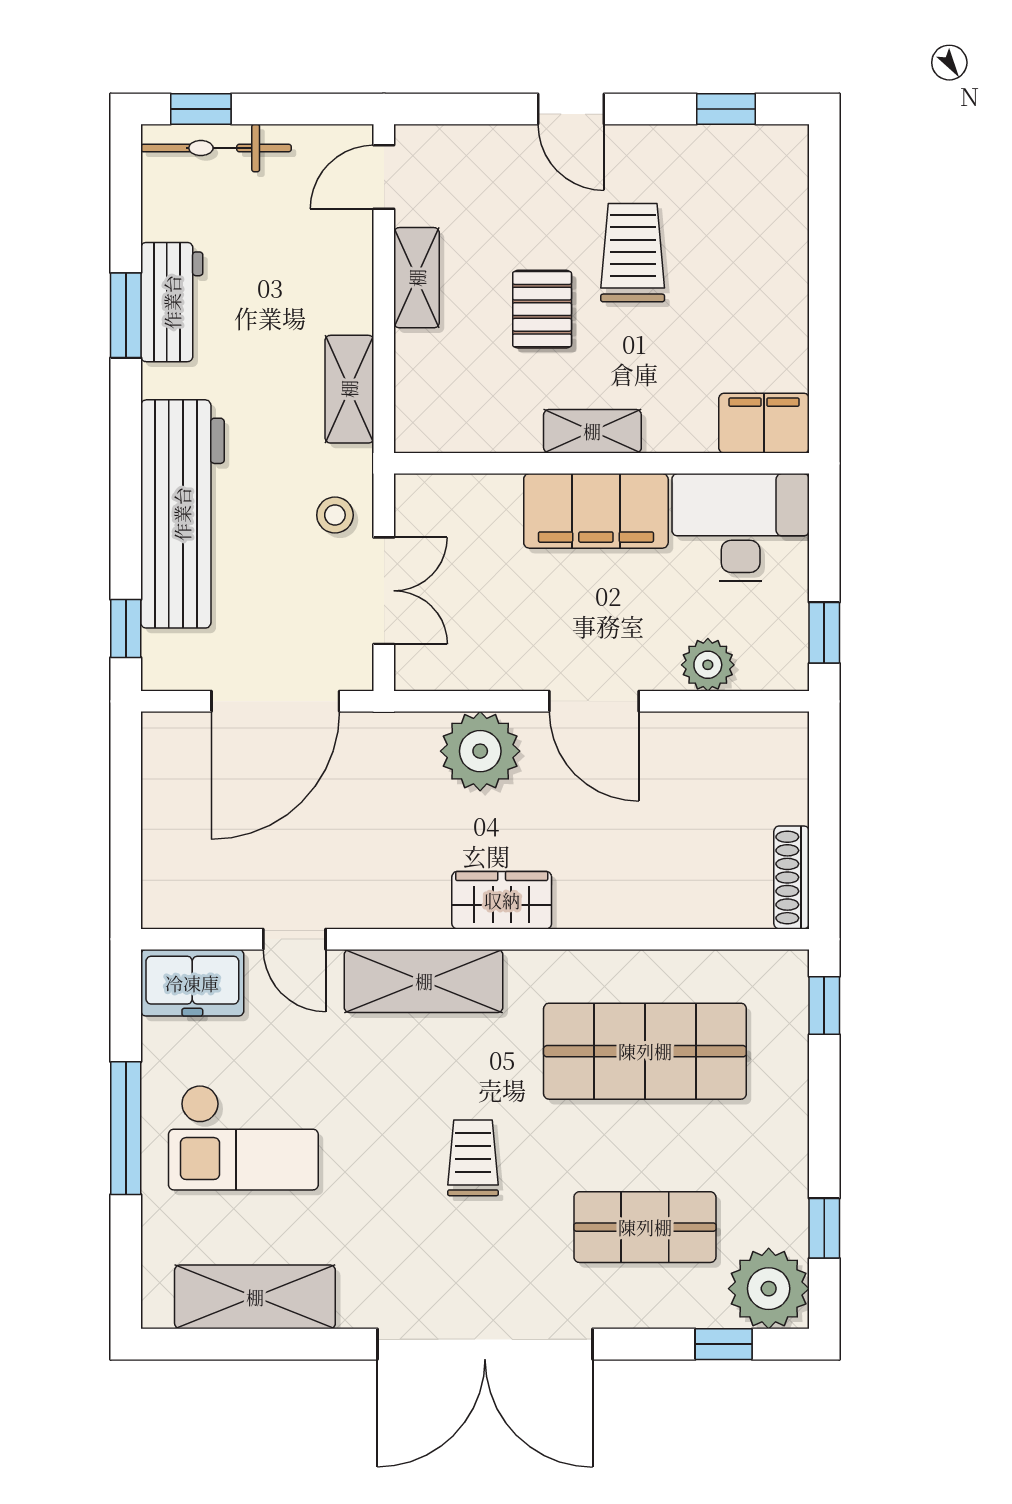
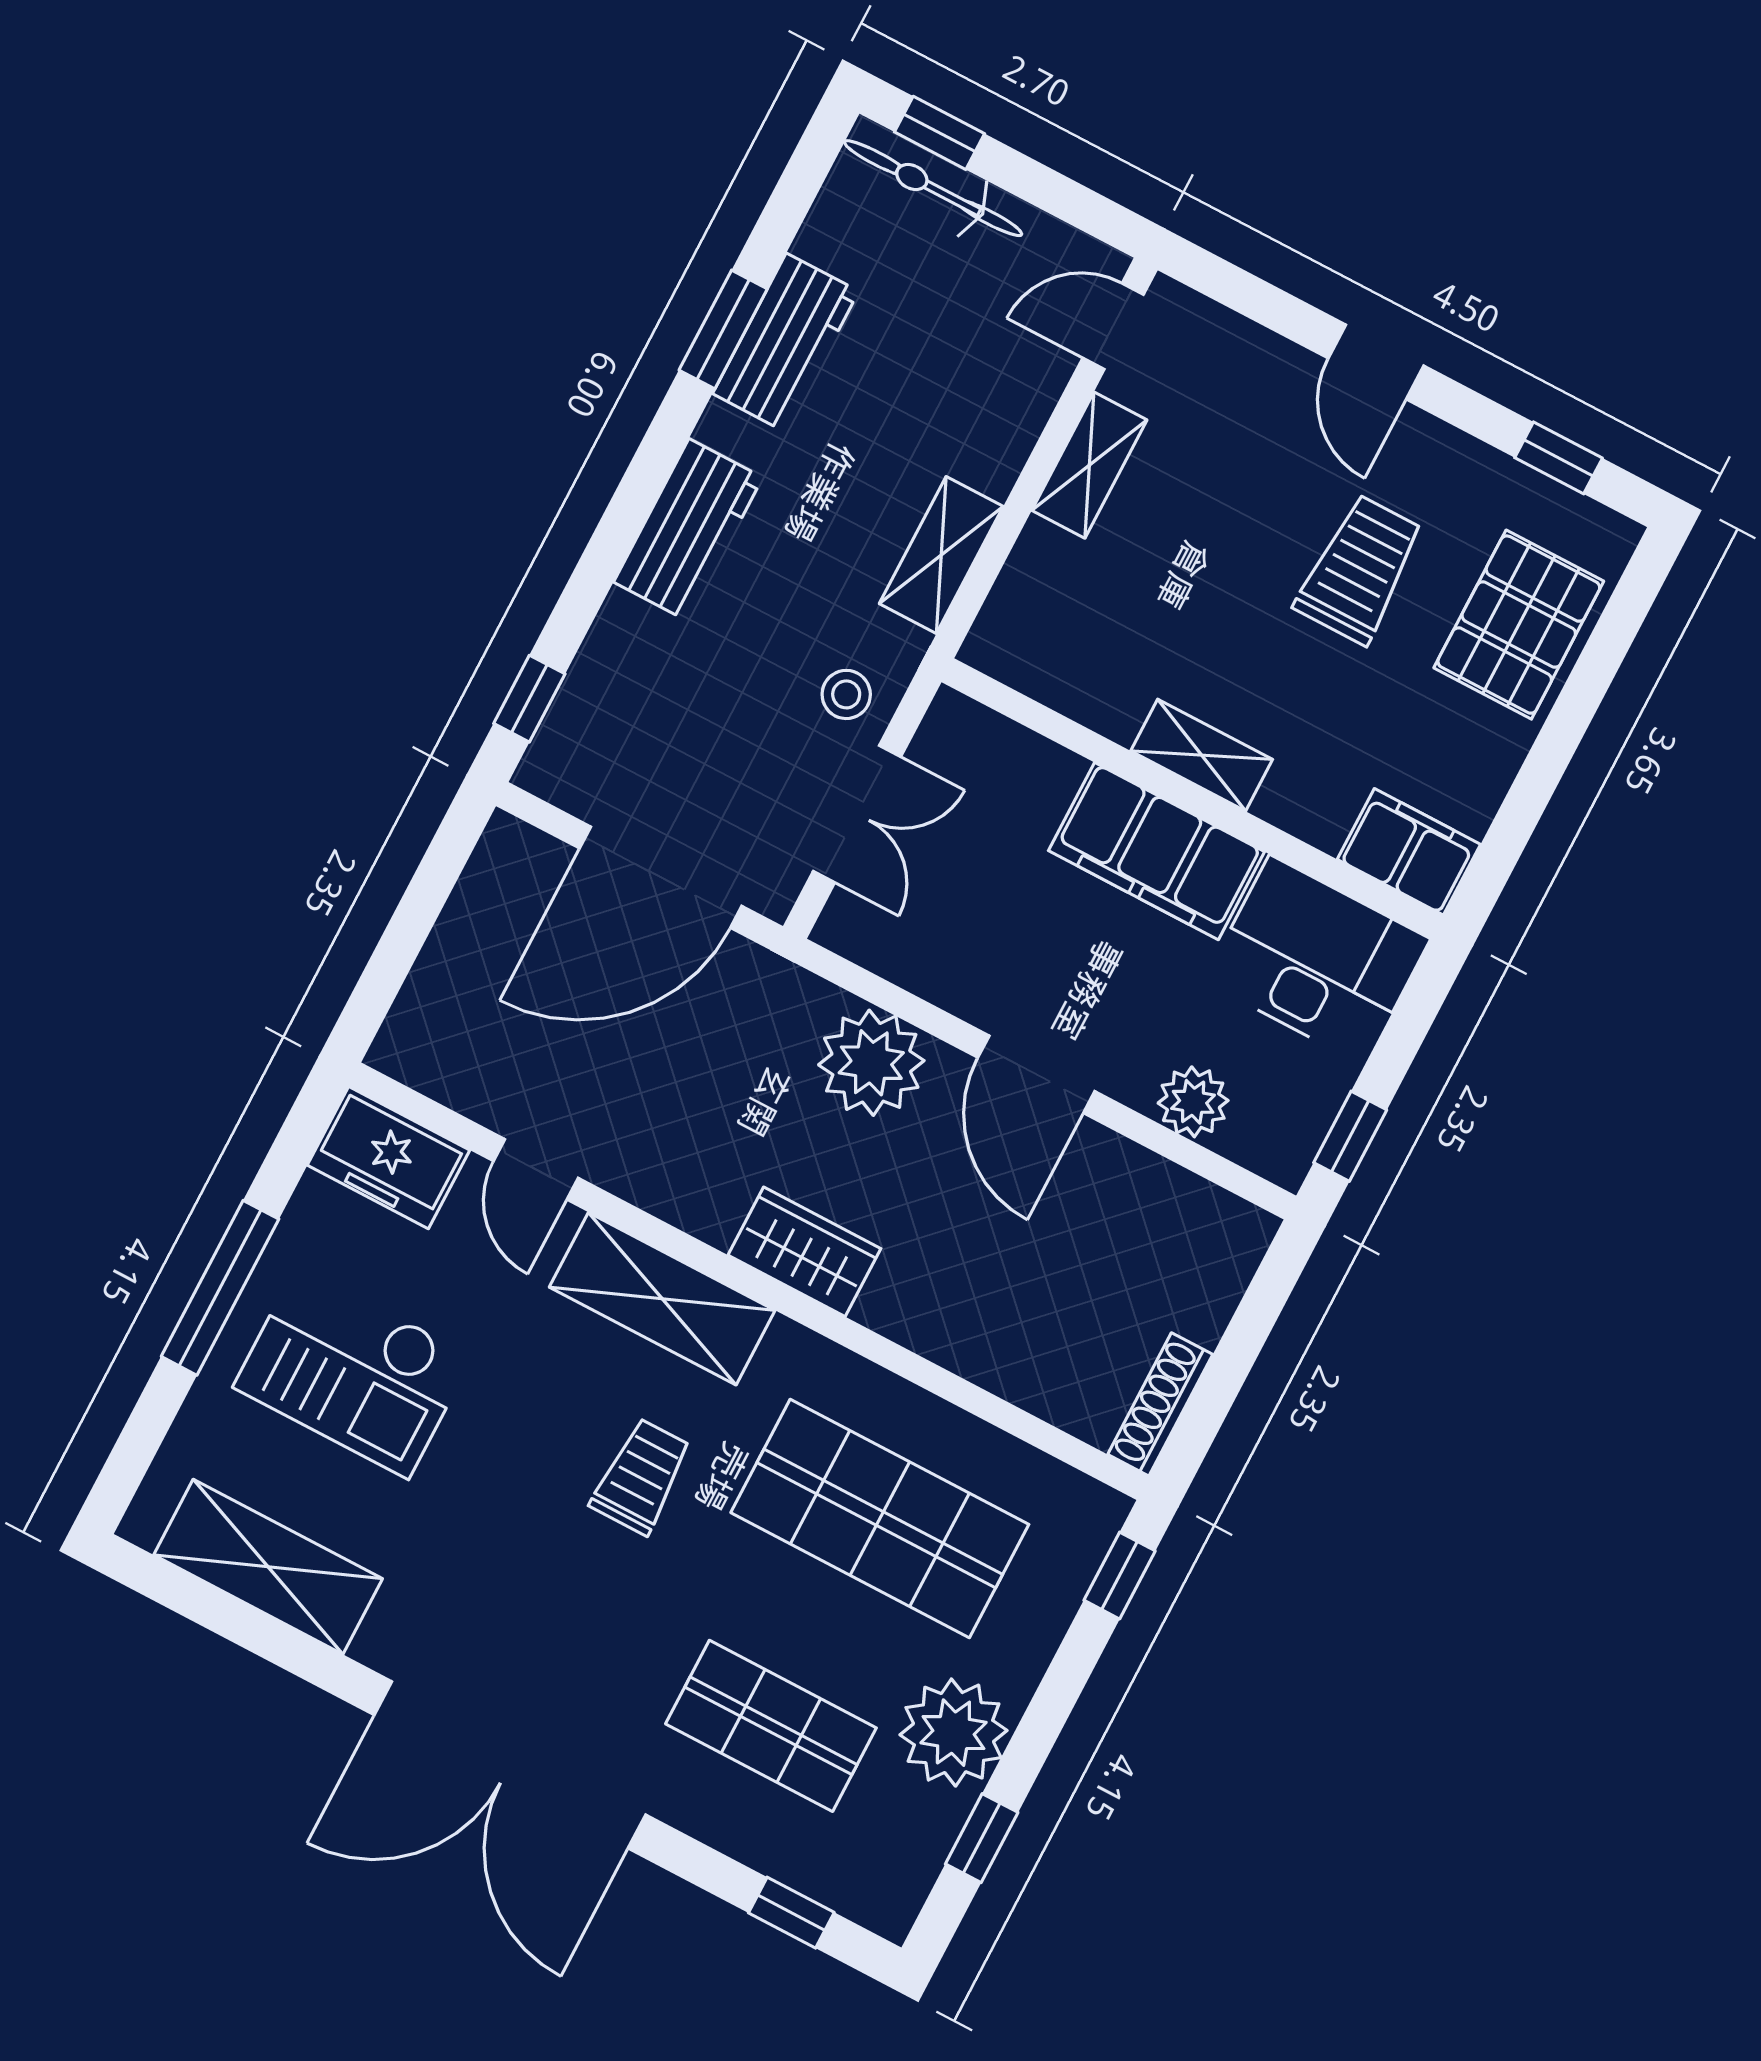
pallet: (542, 309) -> (1519, 625), moved, width x1.50, depth x1.42
workbench: (182, 514) -> (688, 530), width x0.53, depth x0.76
trolley: (473, 1158) -> (641, 1476), moved
plant: (769, 1289) -> (953, 1733), moved

